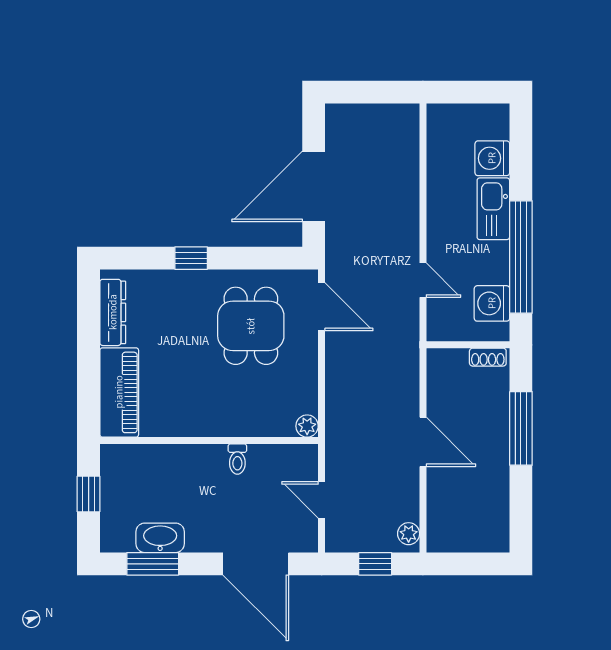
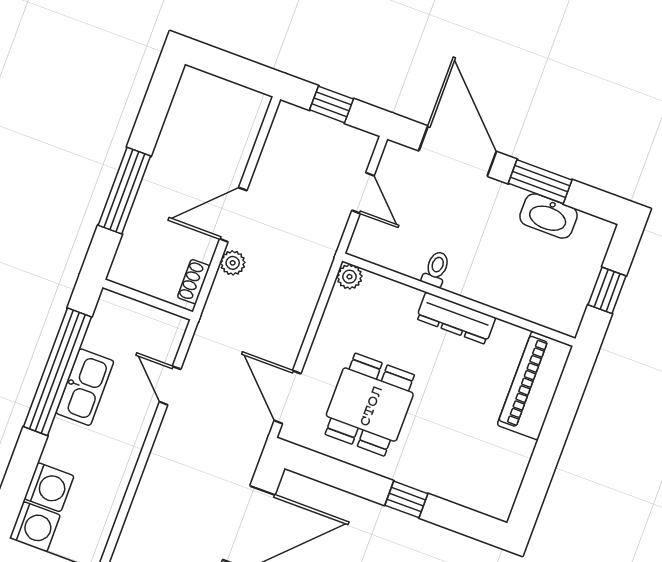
kitchen sink: (493, 209) -> (85, 387), moved
washing machine: (492, 303) -> (35, 527), moved
dresser: (113, 312) -> (456, 318), moved, turned -90
shoe rack: (488, 357) -> (194, 282), moved, turned -90
door: (423, 442) -> (233, 215), hinge flipped
plant: (409, 534) -> (233, 263), moved
window: (153, 564) -> (540, 182), moved

